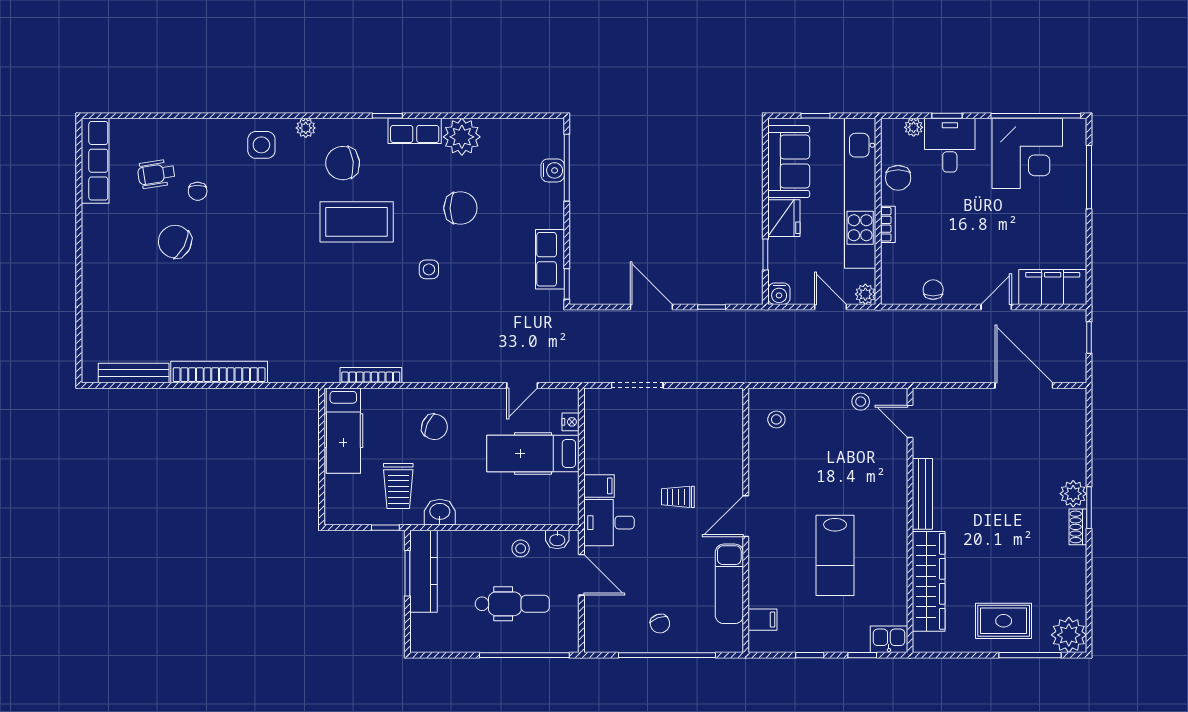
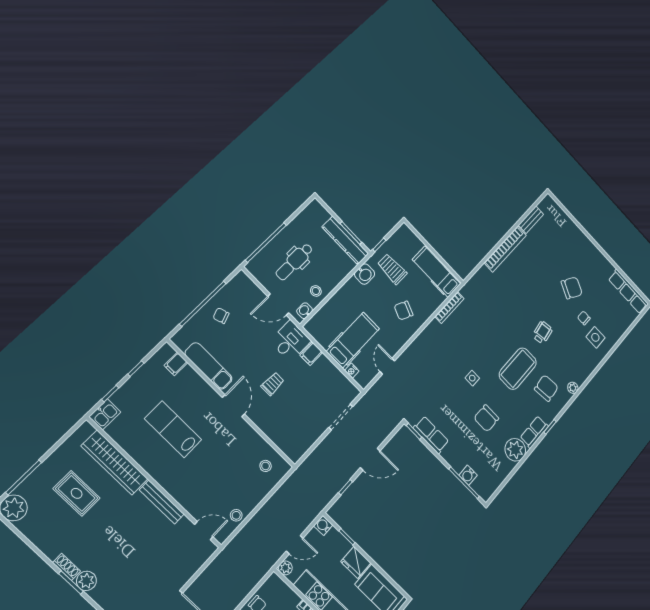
side table: (261, 145) -> (595, 337), moved
wheelchair: (156, 174) -> (542, 332), moved
bench: (134, 373) -> (531, 220), width x0.73
rug: (1004, 621) -> (77, 493), moved, turned 90

